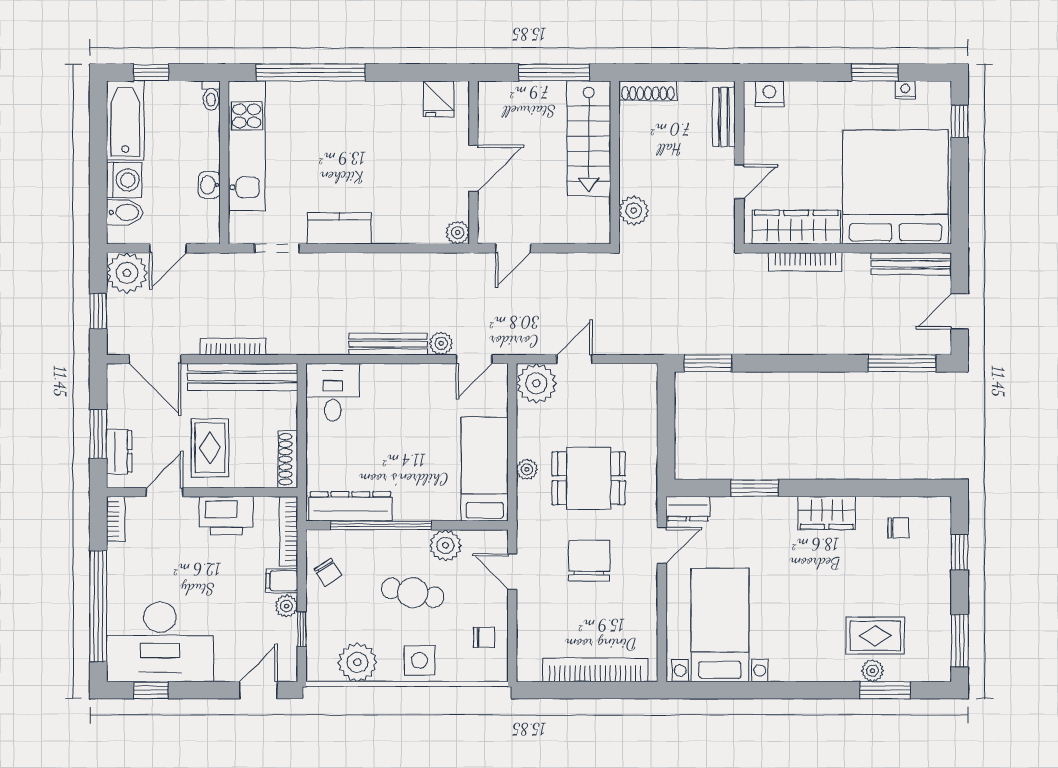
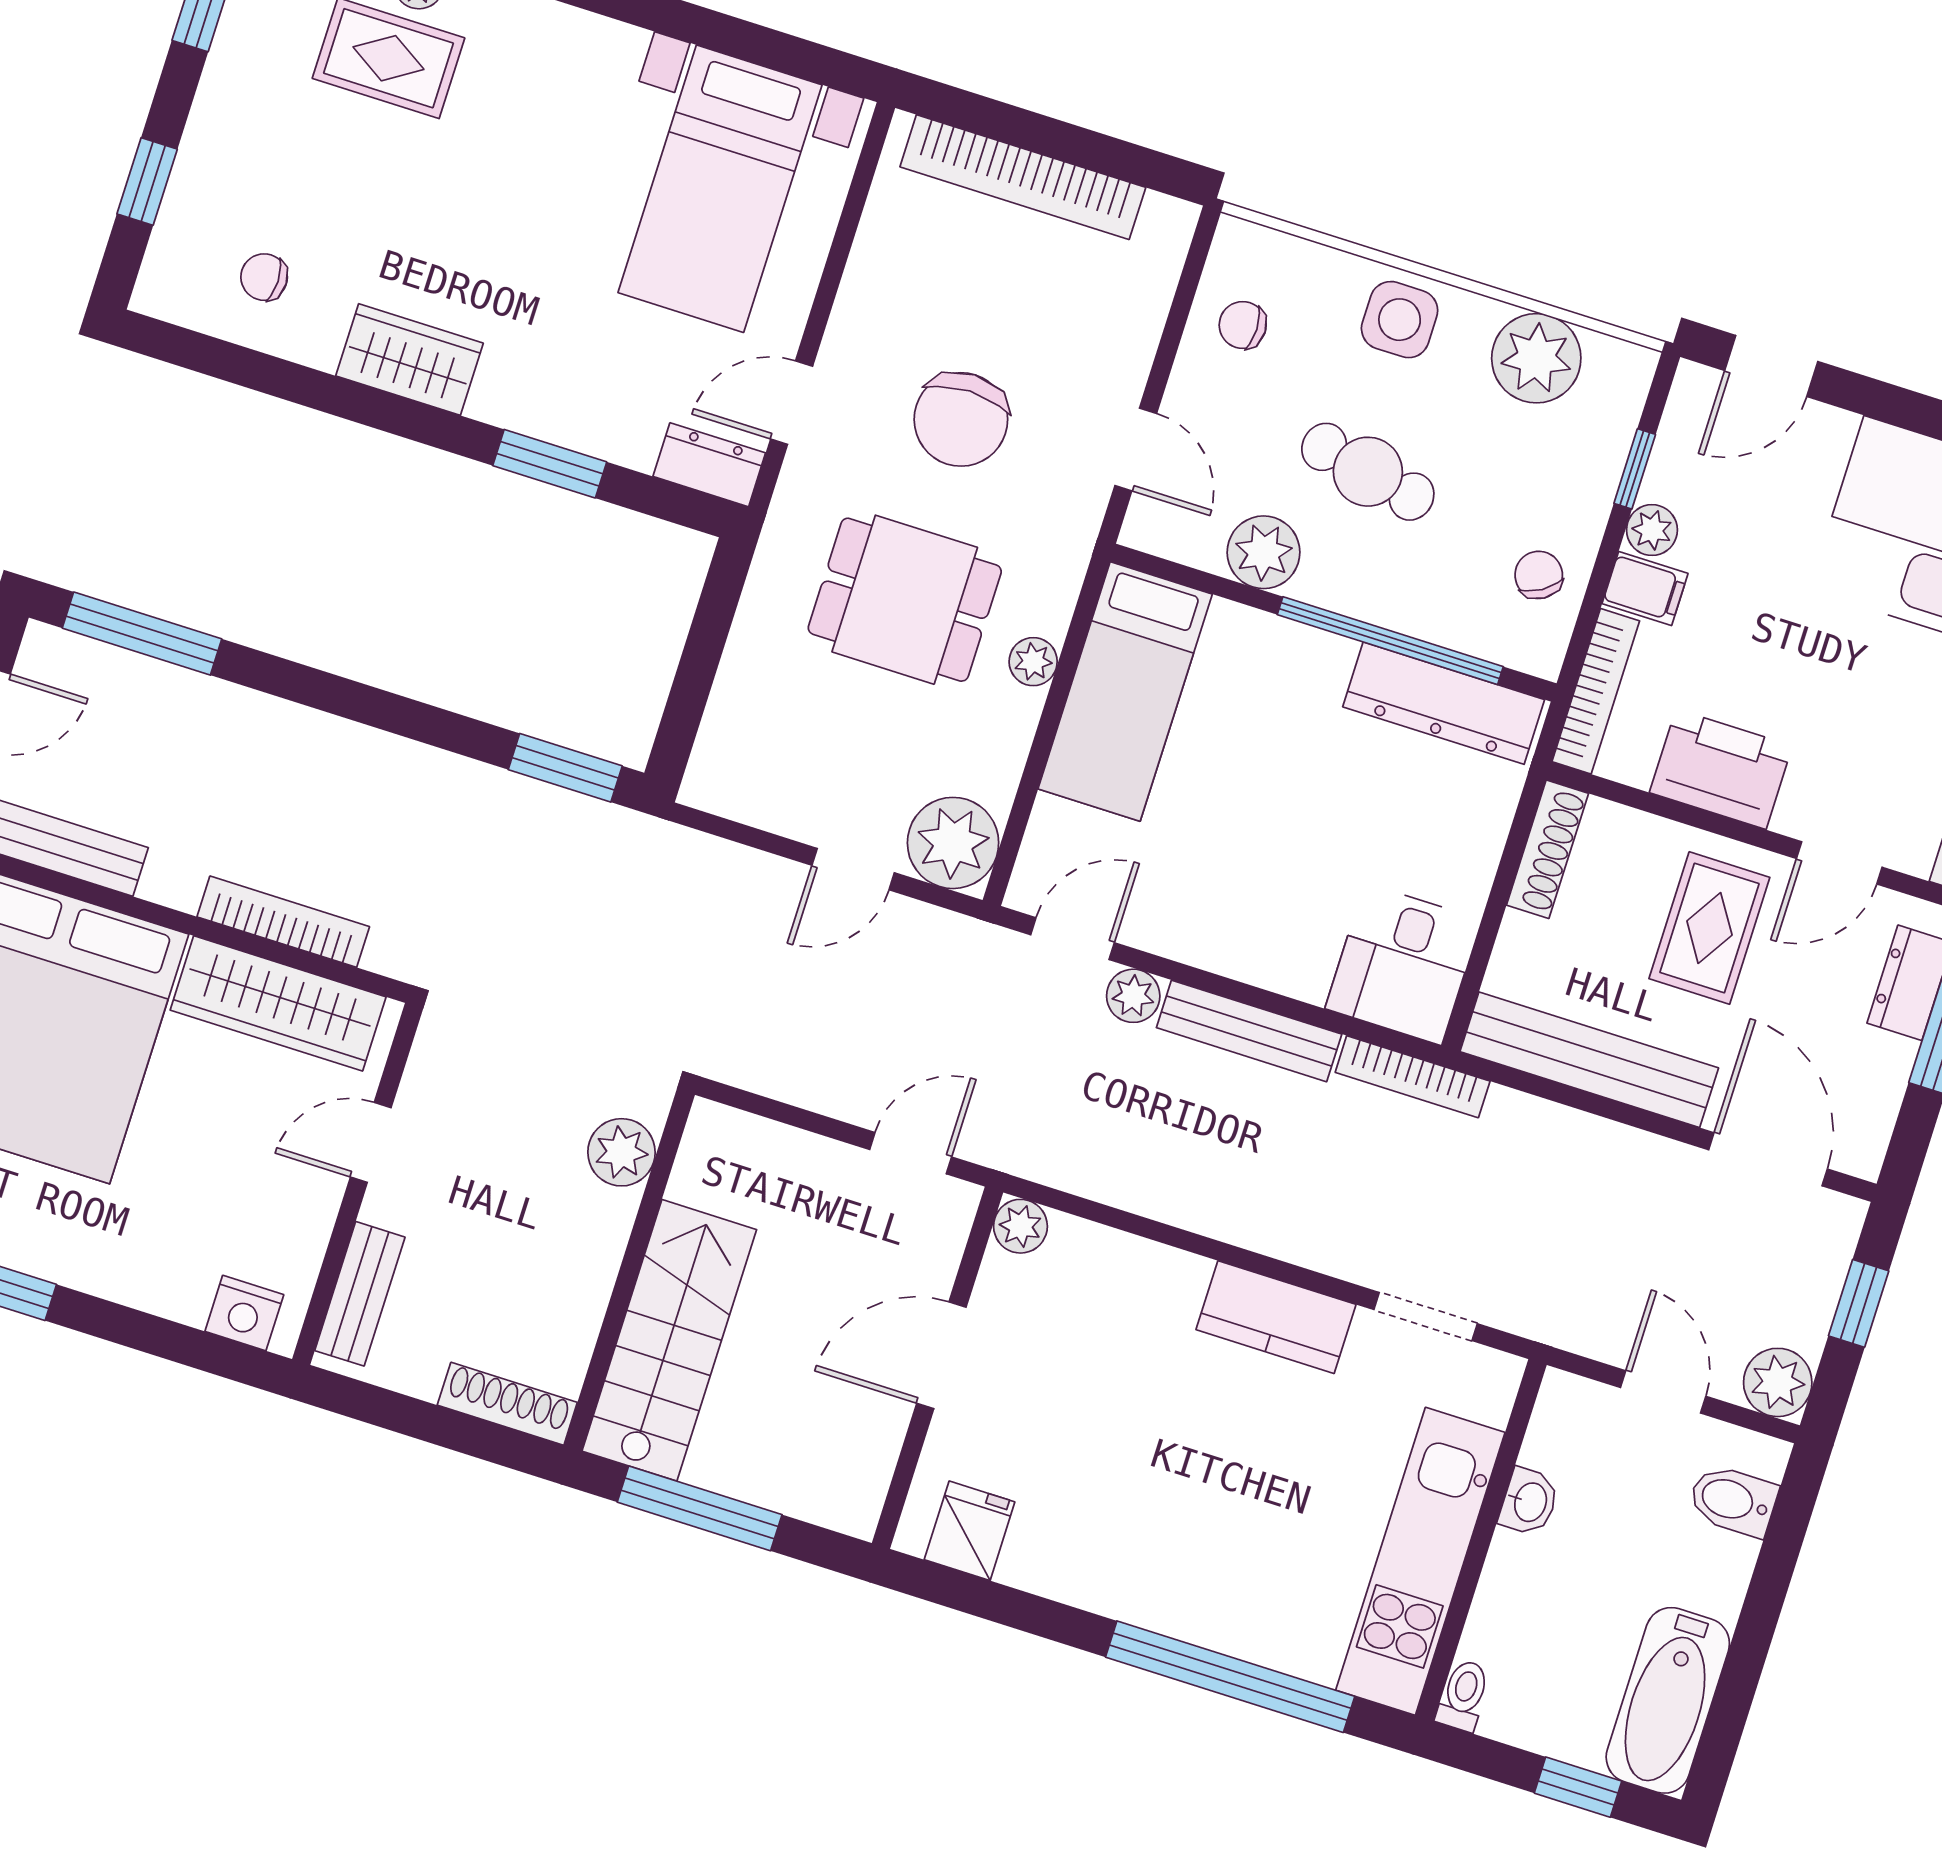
washing machine: (124, 180) -> (1711, 1571), removed
door: (168, 248) -> (1663, 1392), hinge flipped
plant: (127, 273) -> (1778, 1382), width x0.73, depth x0.73
bookcase: (233, 347) -> (1413, 1077), moved

